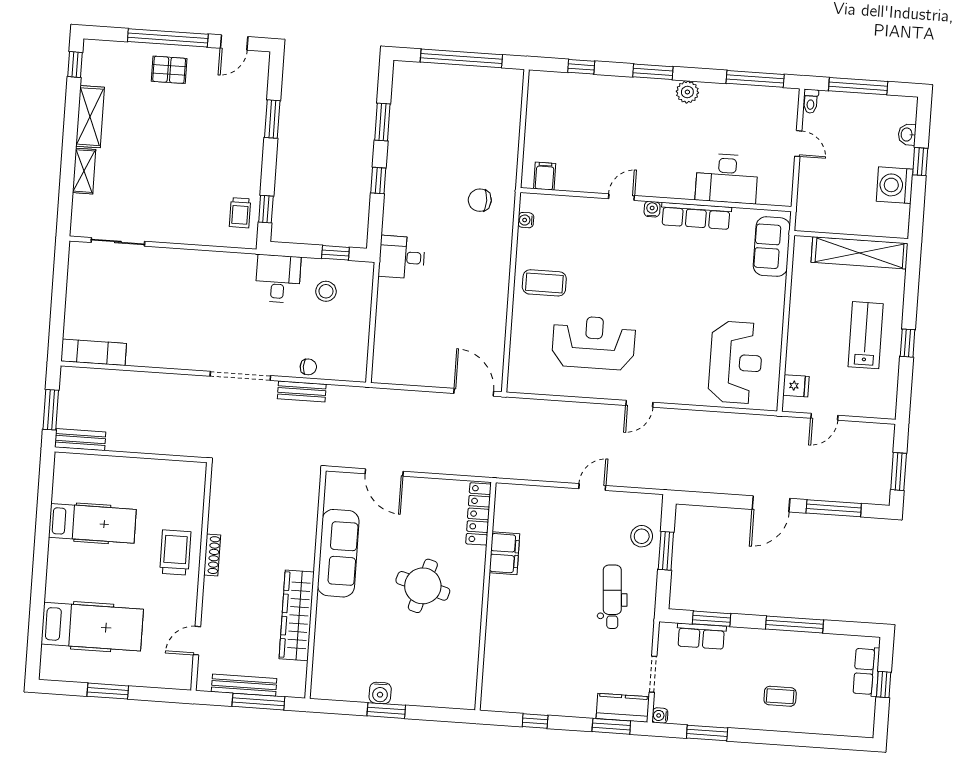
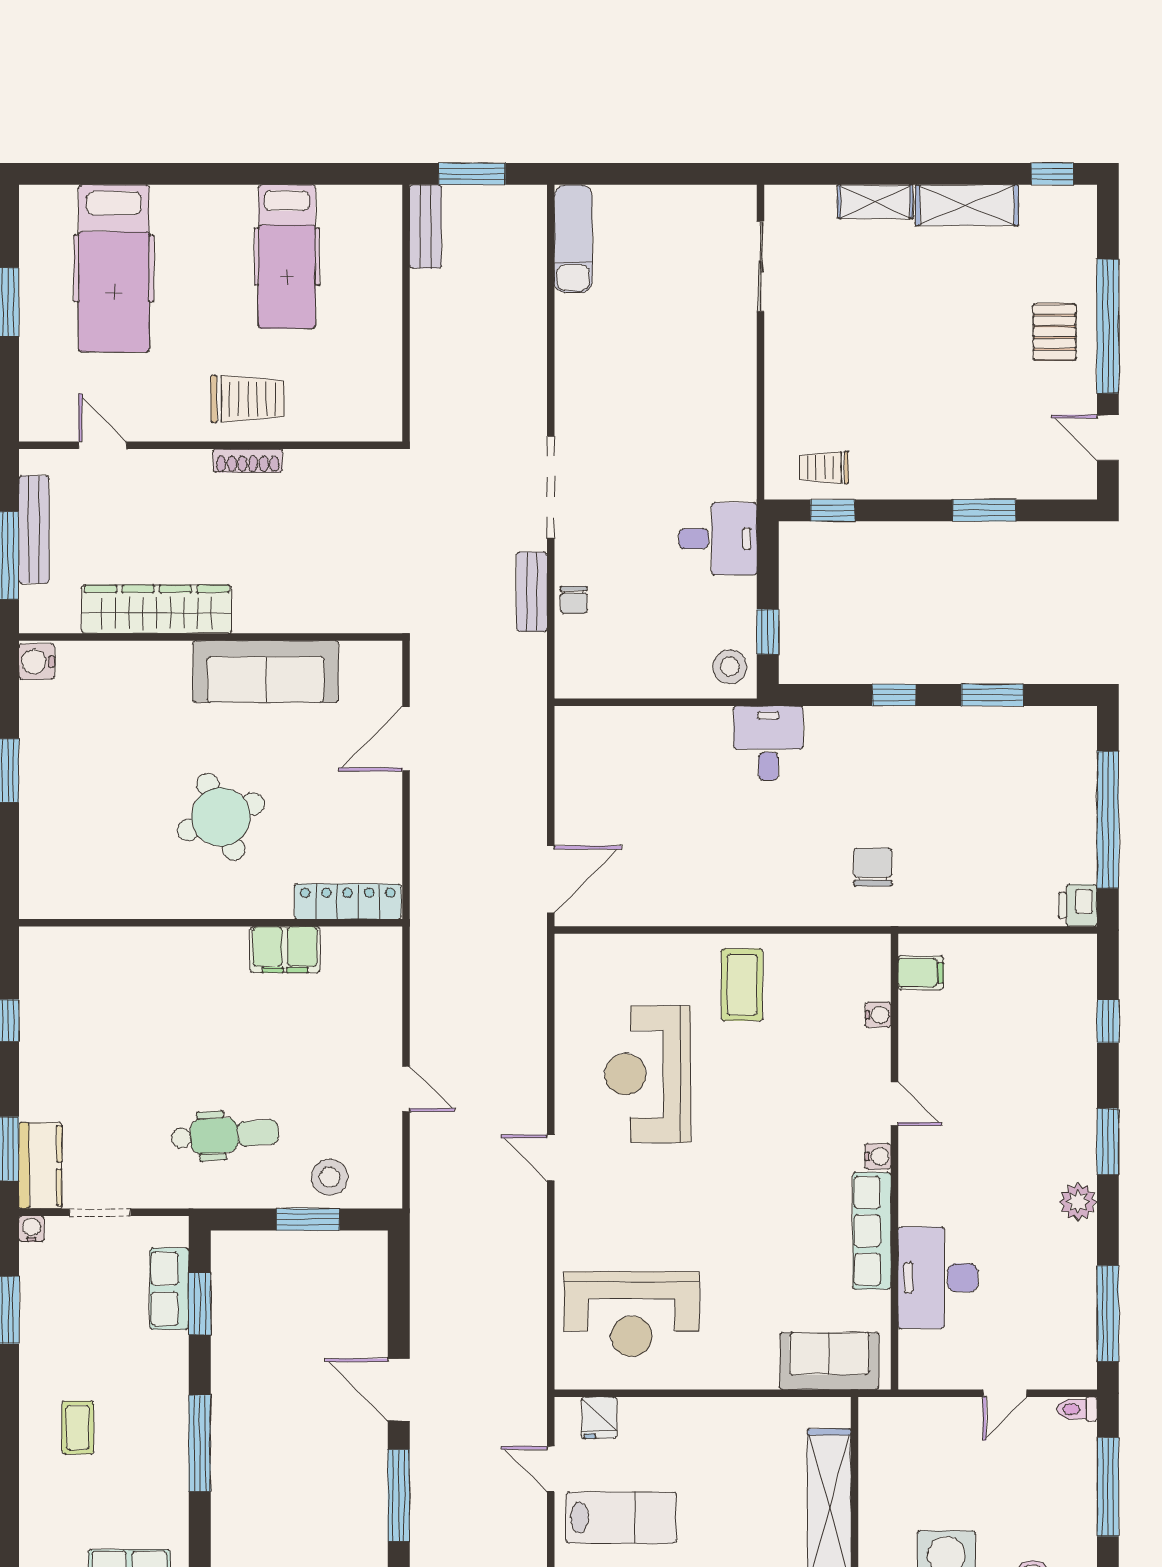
printer: (511, 80) -> (1078, 905), added
water cooler: (526, 220) -> (878, 1015), moved, turned 90
stool: (326, 291) -> (730, 667), moved
lab bench: (866, 335) -> (621, 1518), moved
reception desk: (594, 343) -> (648, 1074), turned 180
round table: (423, 586) -> (221, 817), turned -38
water cooler: (380, 693) -> (37, 662), moved

